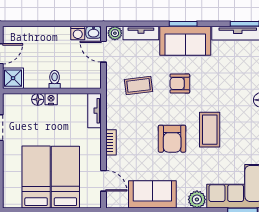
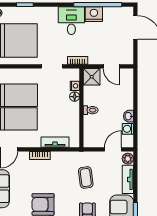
washbasin: (94, 32) -> (128, 116), moved
nightstand: (51, 99) -> (75, 86), moved
tv unit: (94, 111) -> (55, 142), moved

